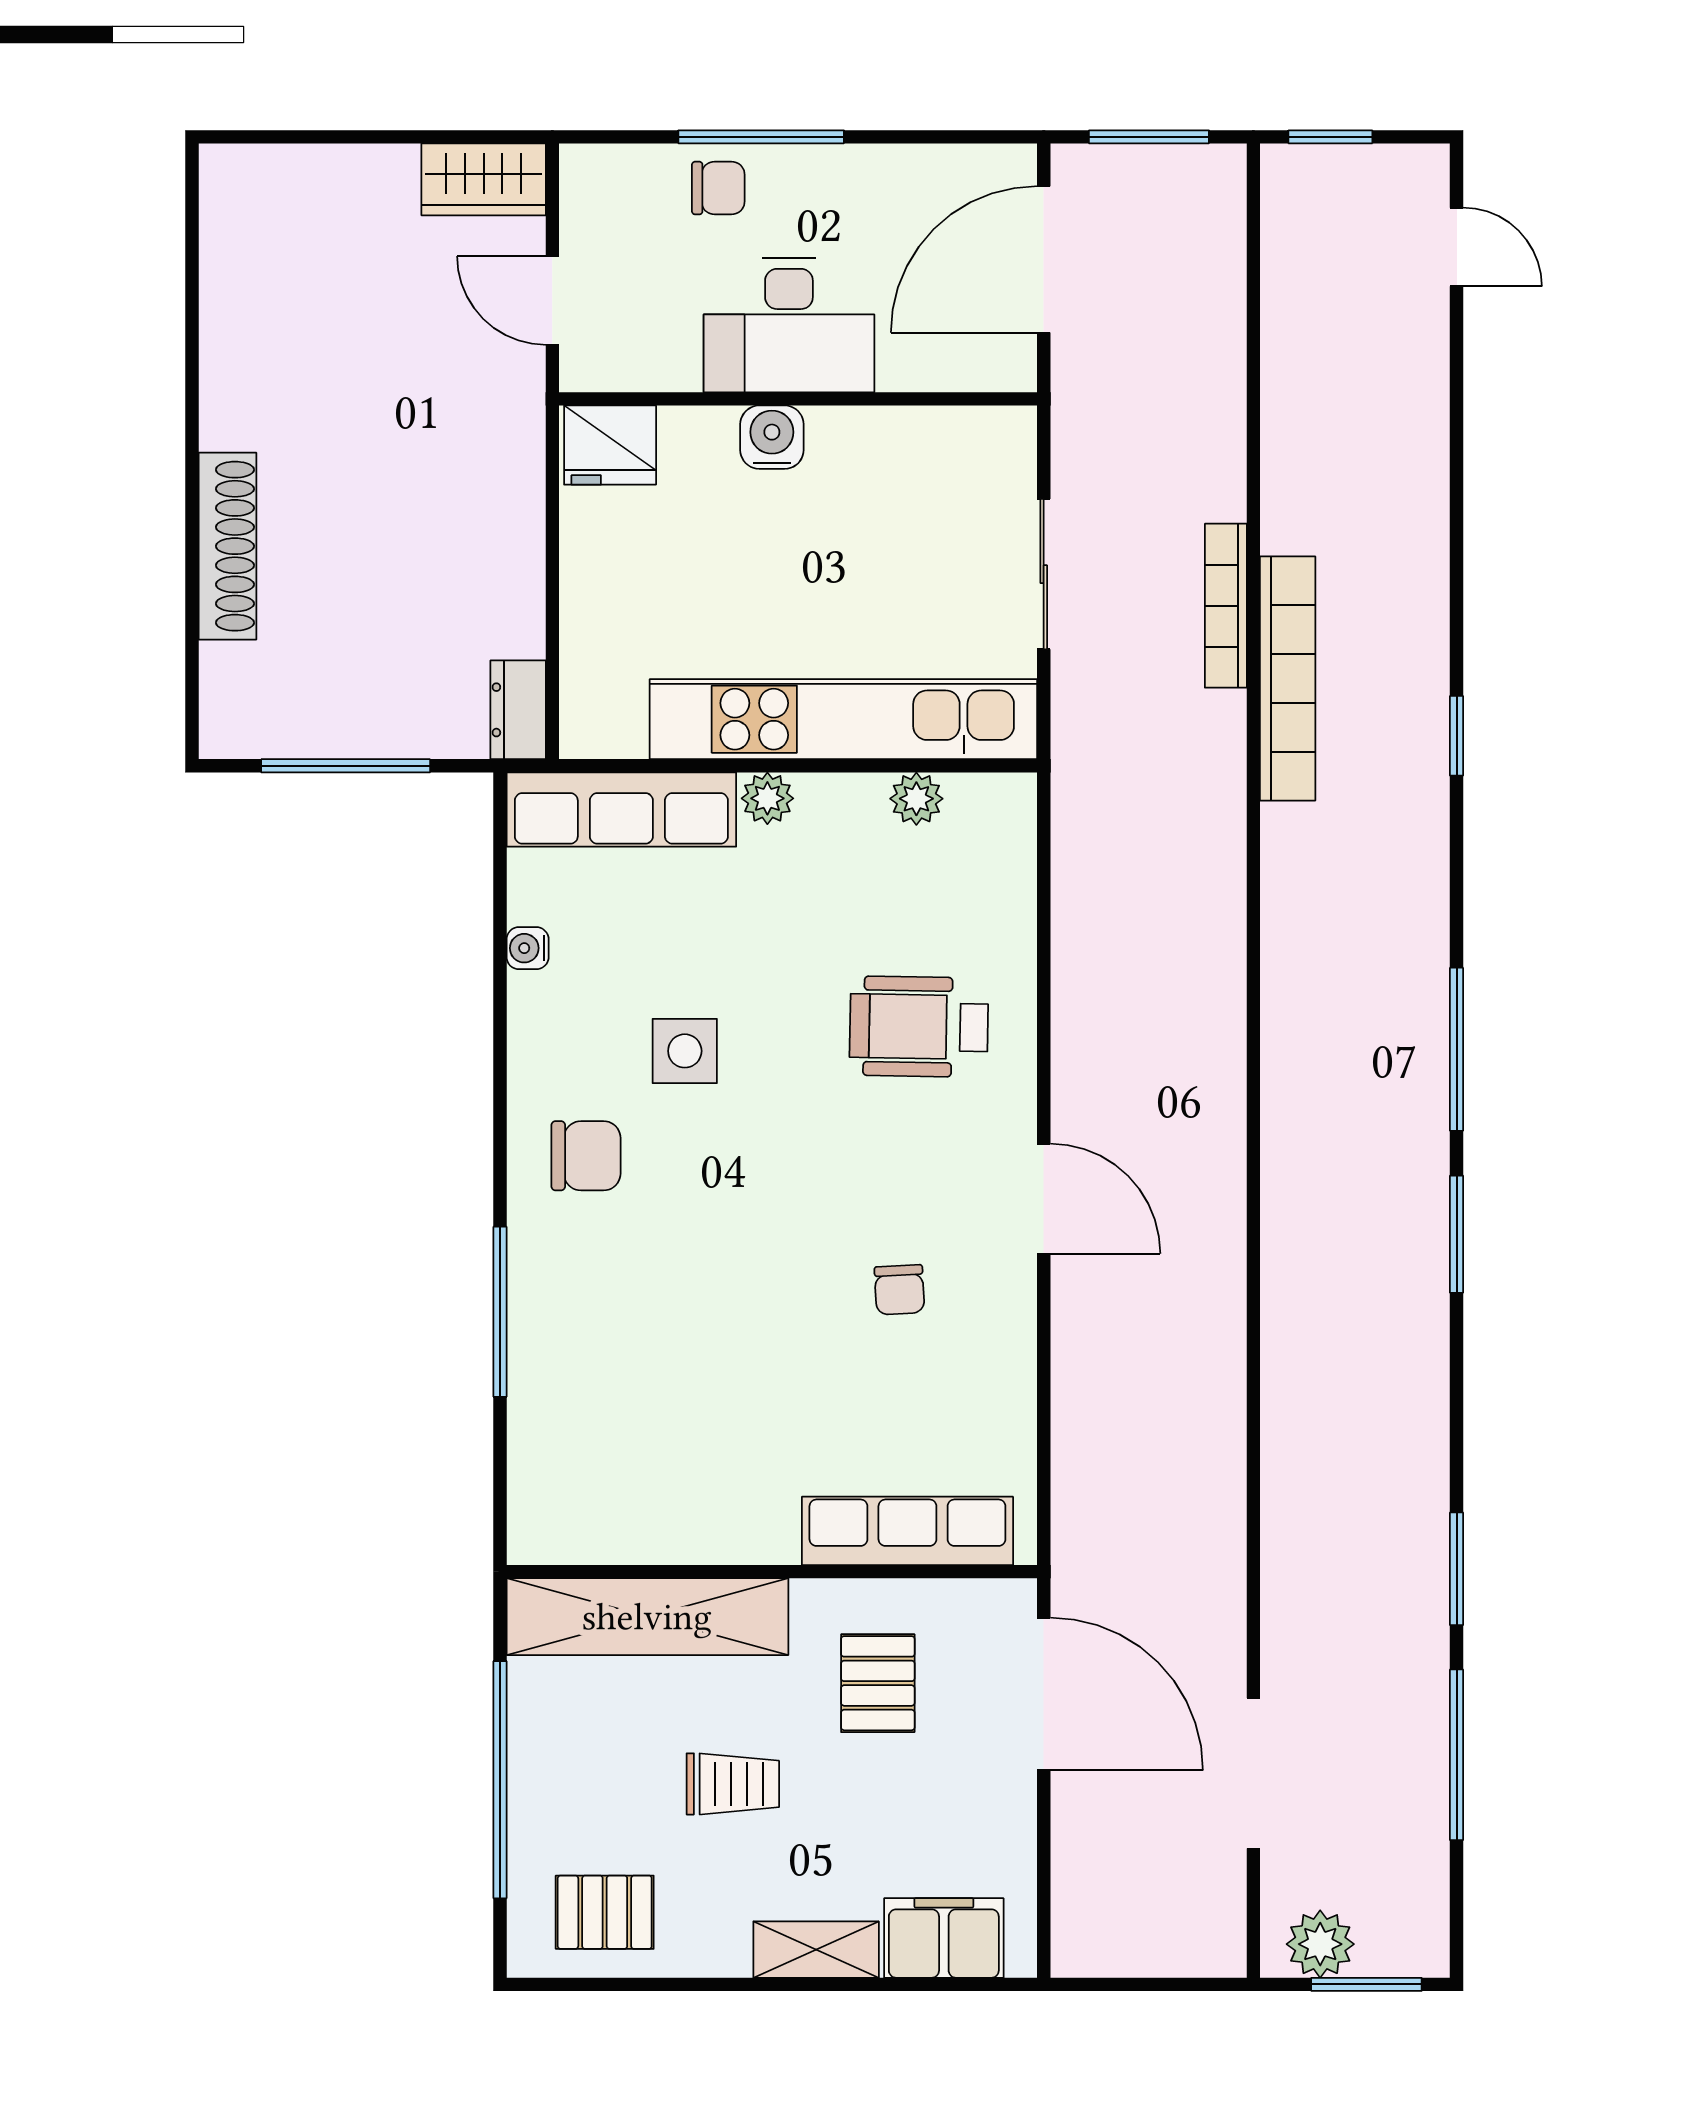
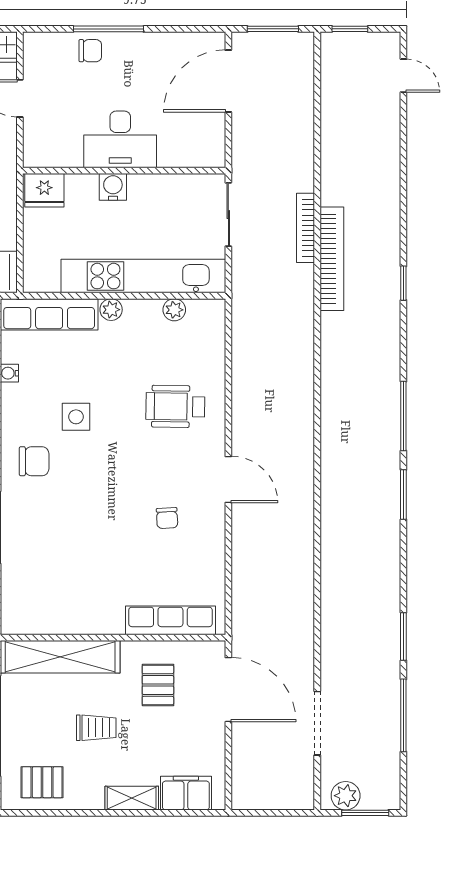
desk: (789, 325) -> (120, 139), moved
wall: (798, 399) -> (124, 171), moved
water cooler: (772, 437) -> (113, 187), moved
fridge: (610, 445) -> (44, 190), moved

